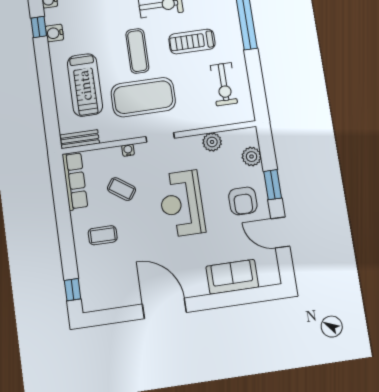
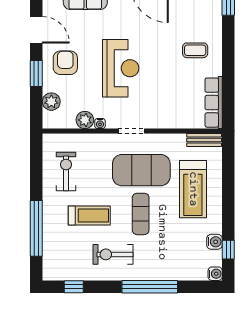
treadmill: (85, 85) -> (193, 189), turned 180
water cooler: (128, 150) -> (100, 124), moved
coffee table: (122, 189) -> (173, 89), removed

